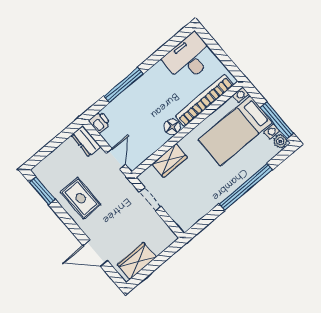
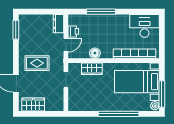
printer: (100, 122) -> (73, 31), moved
floor lamp: (172, 127) -> (95, 53), moved
rug: (81, 198) -> (37, 63), moved, turned 90

